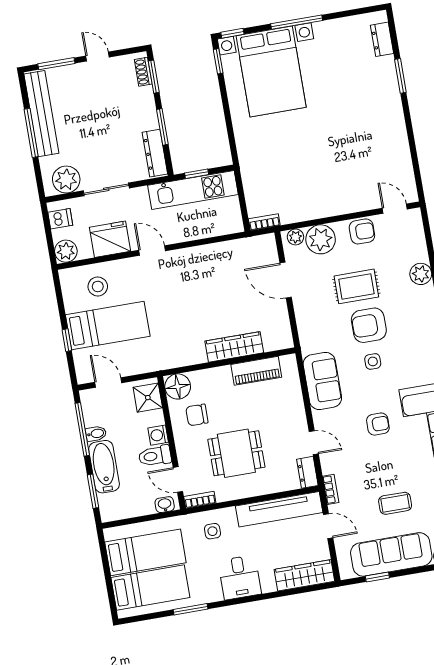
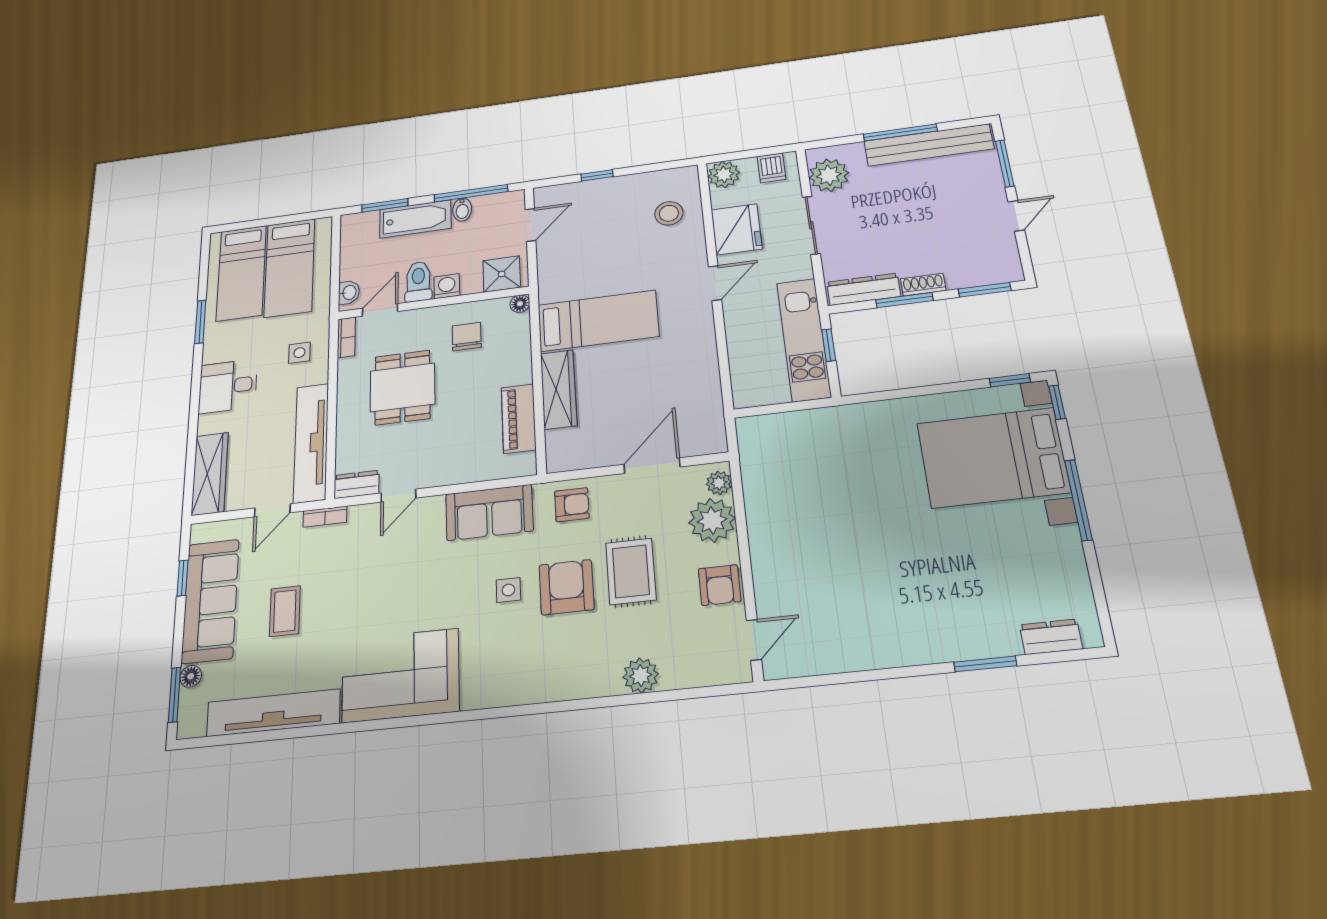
shoe rack: (143, 72) -> (923, 285), moved
bookcase: (264, 222) -> (746, 438), removed
bed: (108, 326) -> (598, 321), moved, turned -90
floor lamp: (178, 386) -> (520, 304), width x0.53, depth x0.53
armchair: (378, 424) -> (572, 505), moved, turned -90

